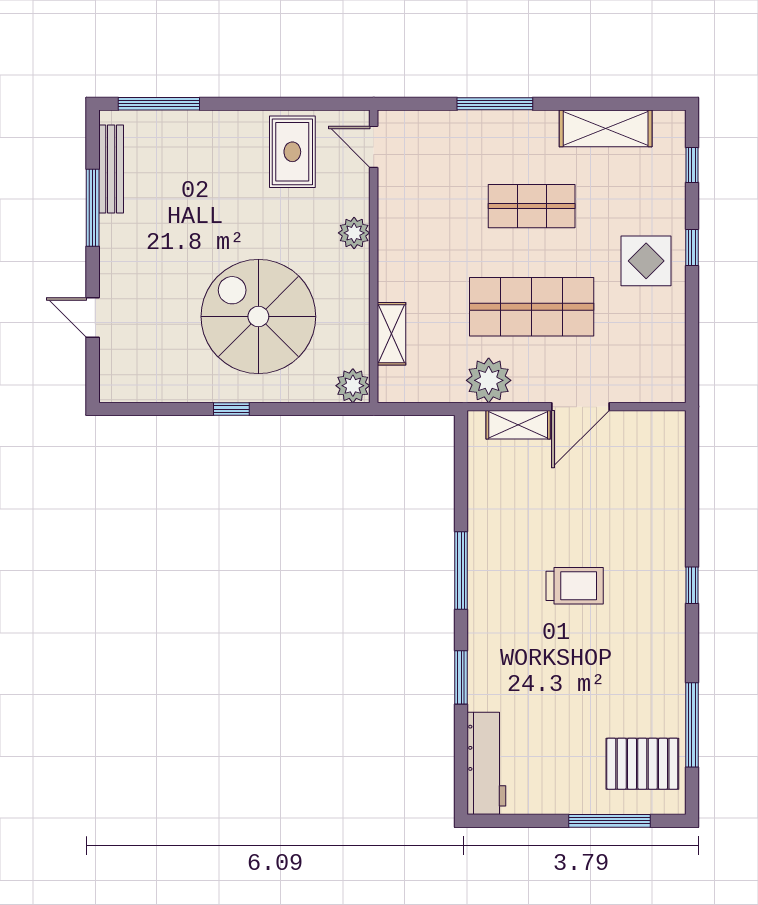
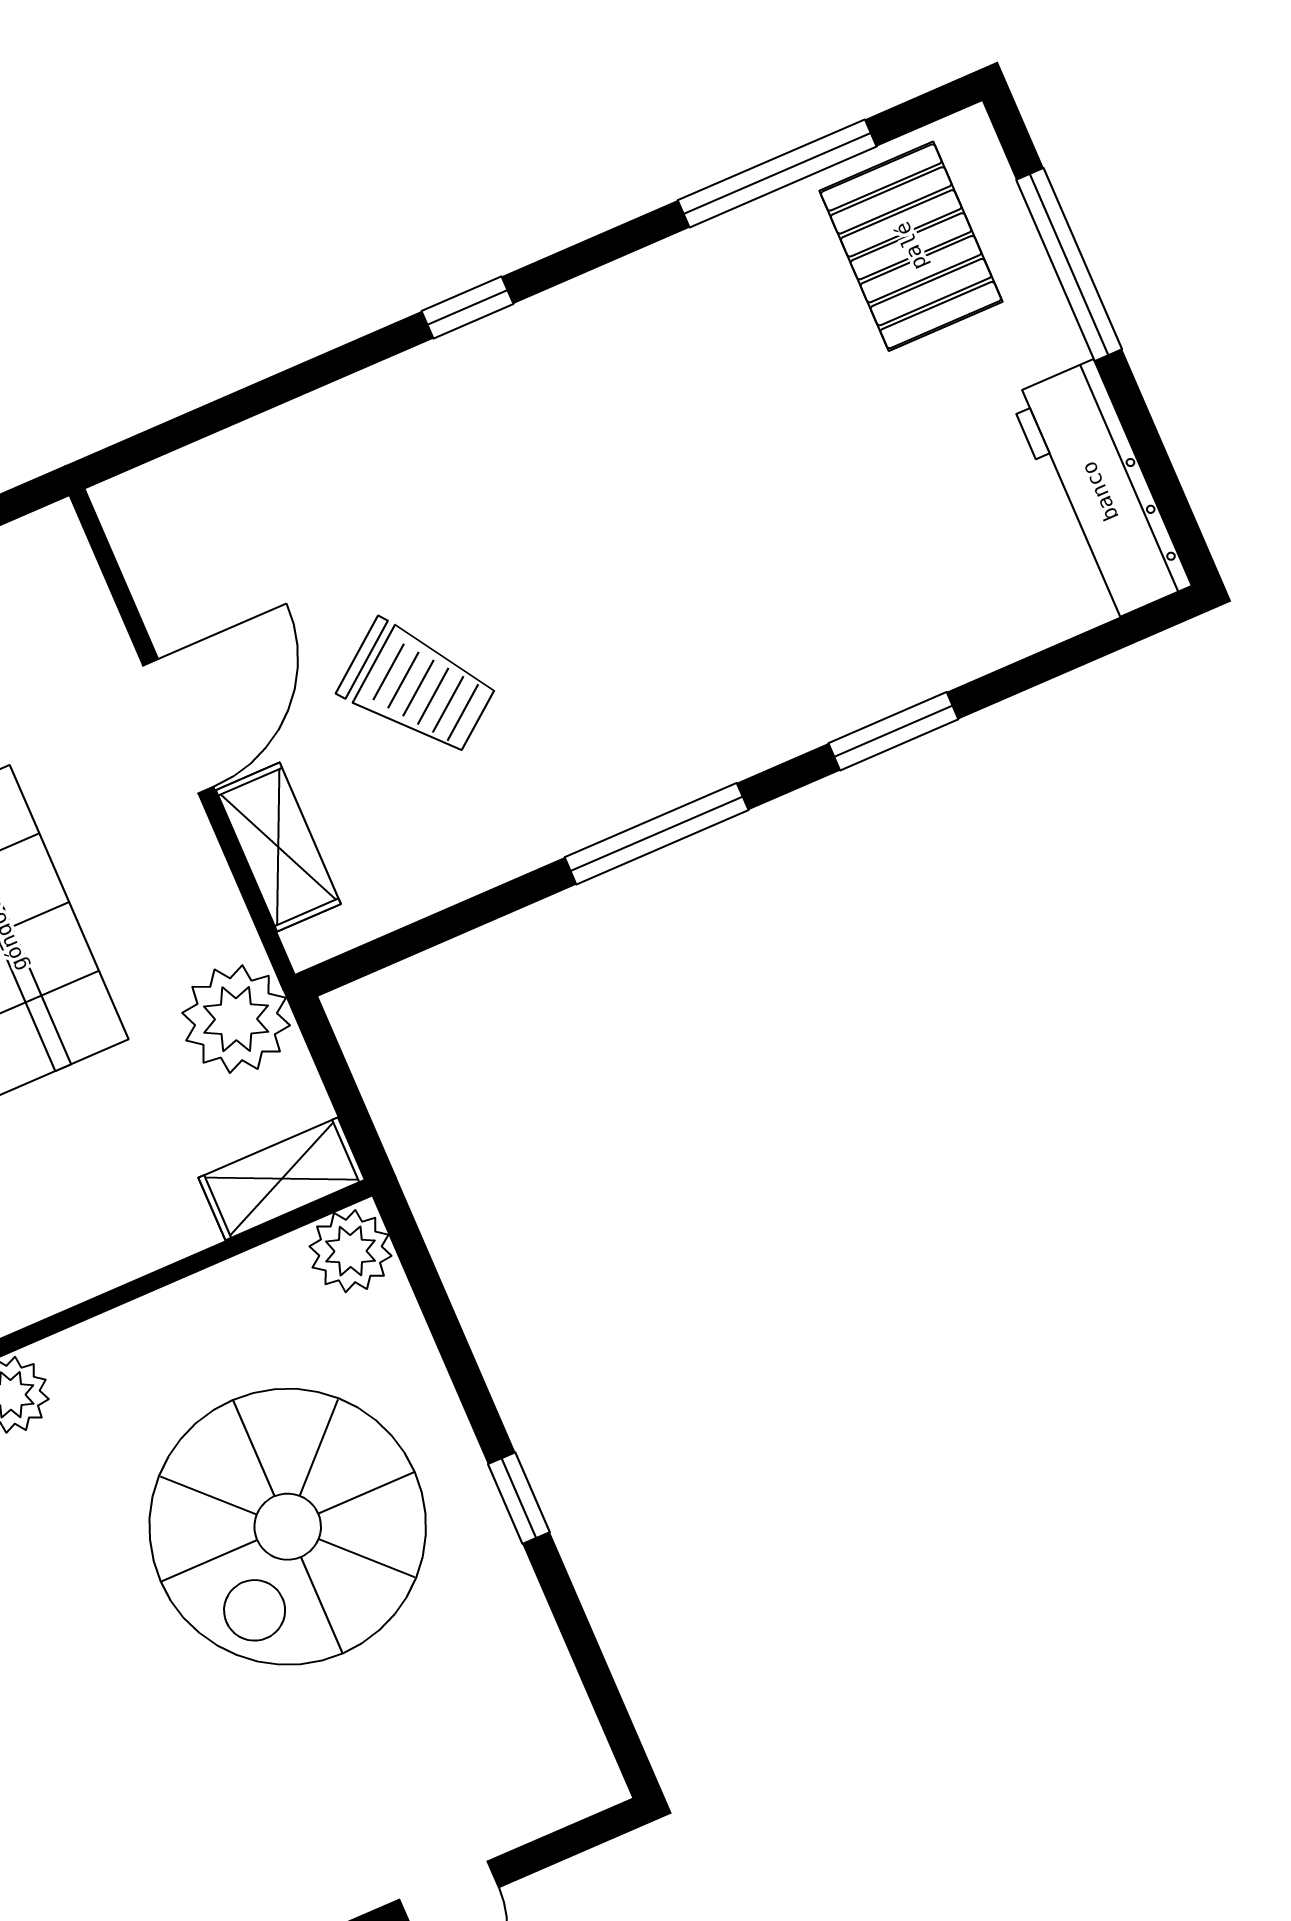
shelving: (392, 334) -> (282, 1179), moved
plant: (489, 380) -> (236, 1019), moved
door: (581, 407) -> (178, 726), hinge flipped
trolley: (575, 586) -> (417, 687), moved, turned 142
workbench: (486, 763) -> (1100, 491), moved, turned -90

